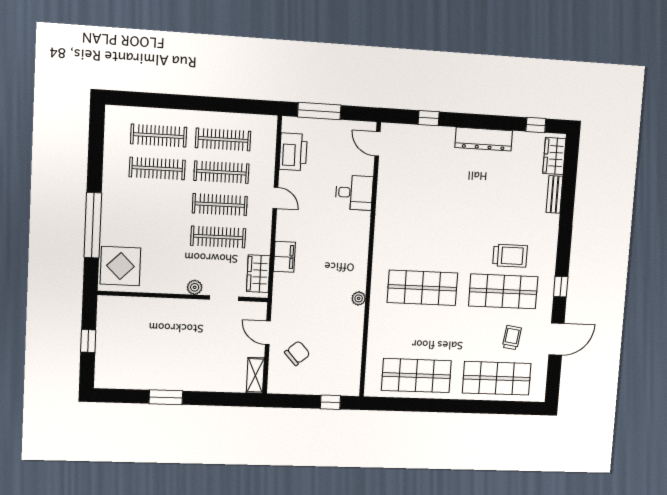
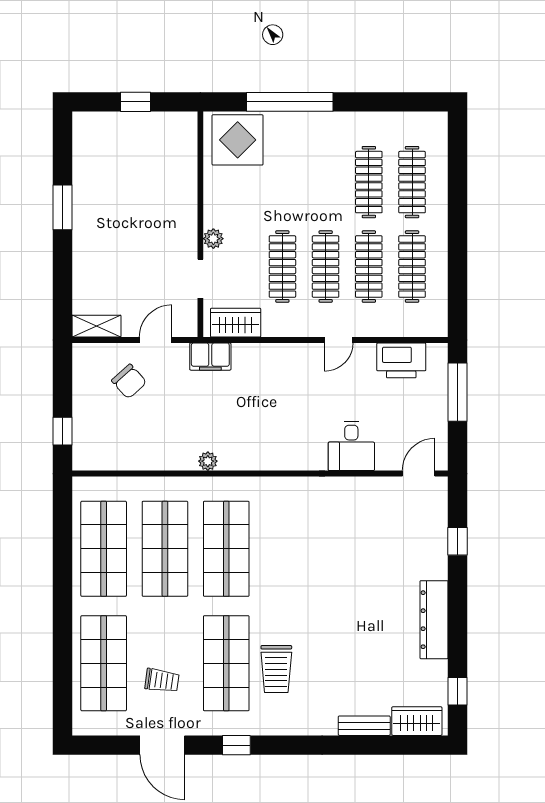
filing cabinet: (284, 257) -> (210, 357), moved
shop shelf: (419, 332) -> (165, 549), added

